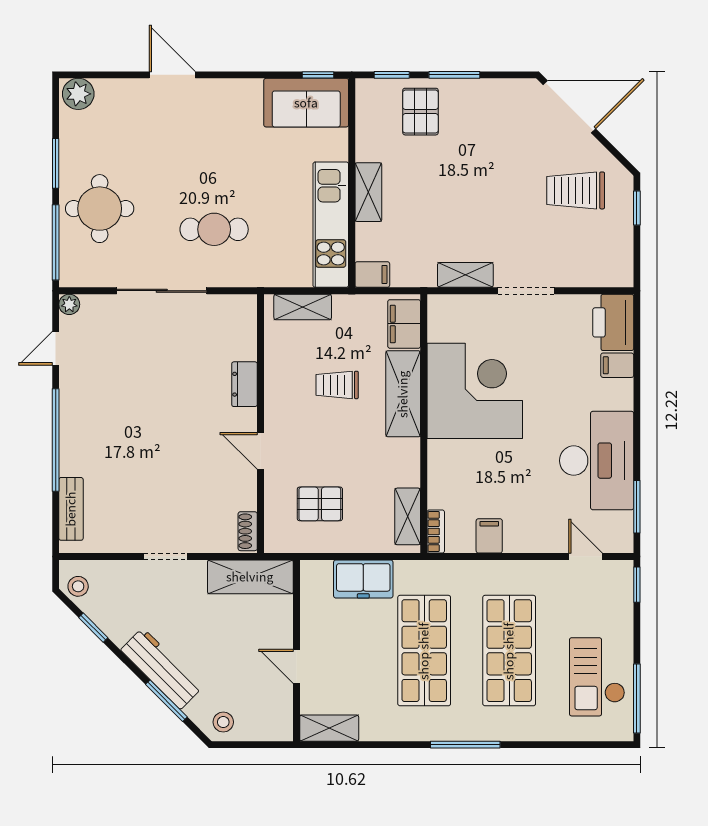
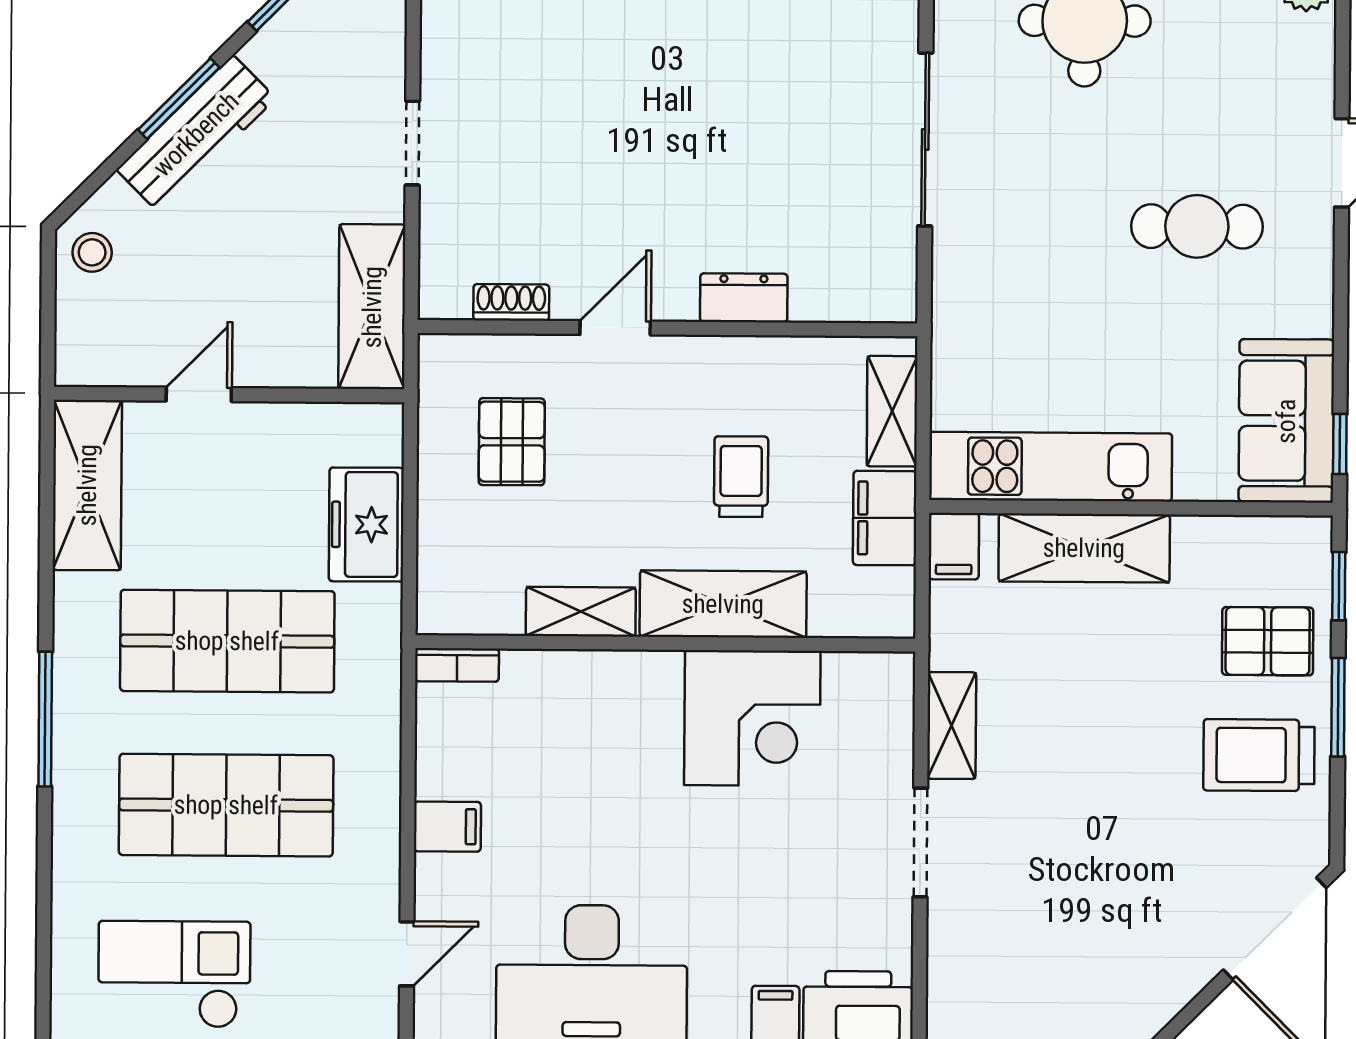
trolley: (576, 190) -> (1259, 755), moved, turned -90
shelving: (368, 192) -> (1084, 548), width x1.50, depth x1.33
cafe table: (214, 229) -> (1197, 226), moved, turned 90
filing cabinet: (404, 324) -> (885, 518), moved, turned -90
corner desk: (475, 391) -> (752, 718), width x0.74, depth x0.74
shelving: (408, 516) -> (581, 612), moved
shoe rack: (248, 531) -> (511, 302), moved
filing cabinet: (489, 536) -> (447, 827), moved
window: (166, 701) -> (179, 99), moved
shelving: (329, 728) -> (87, 485), width x1.50, depth x1.33

